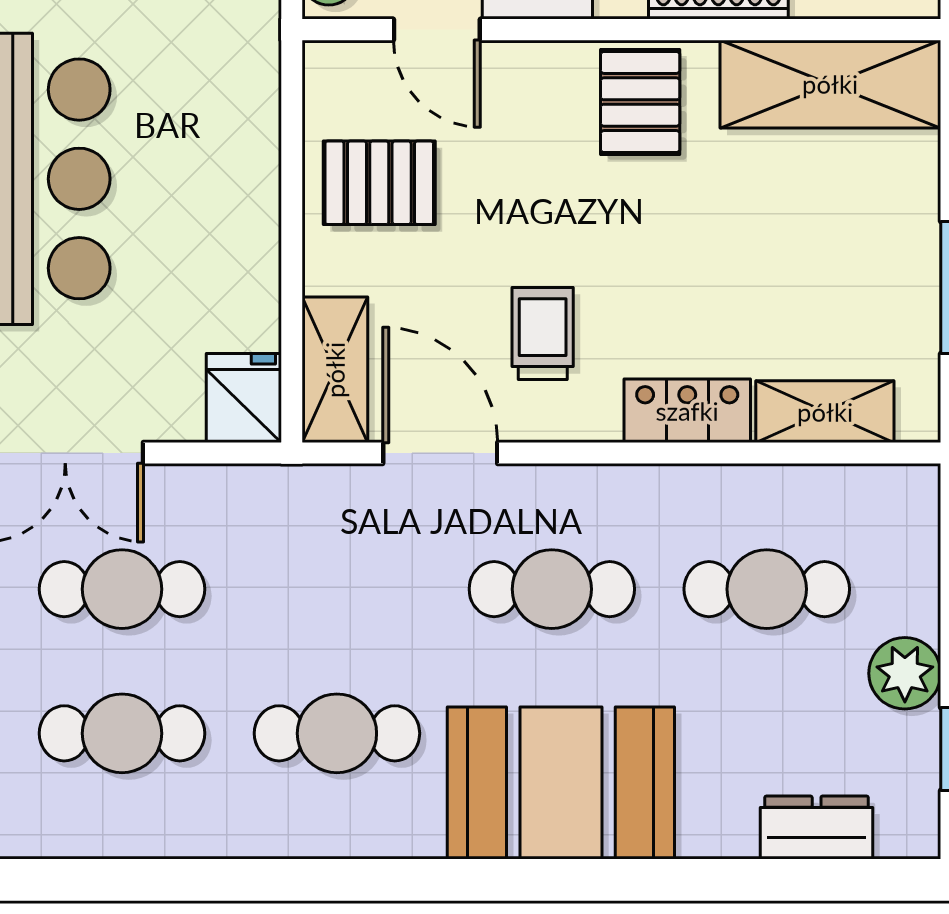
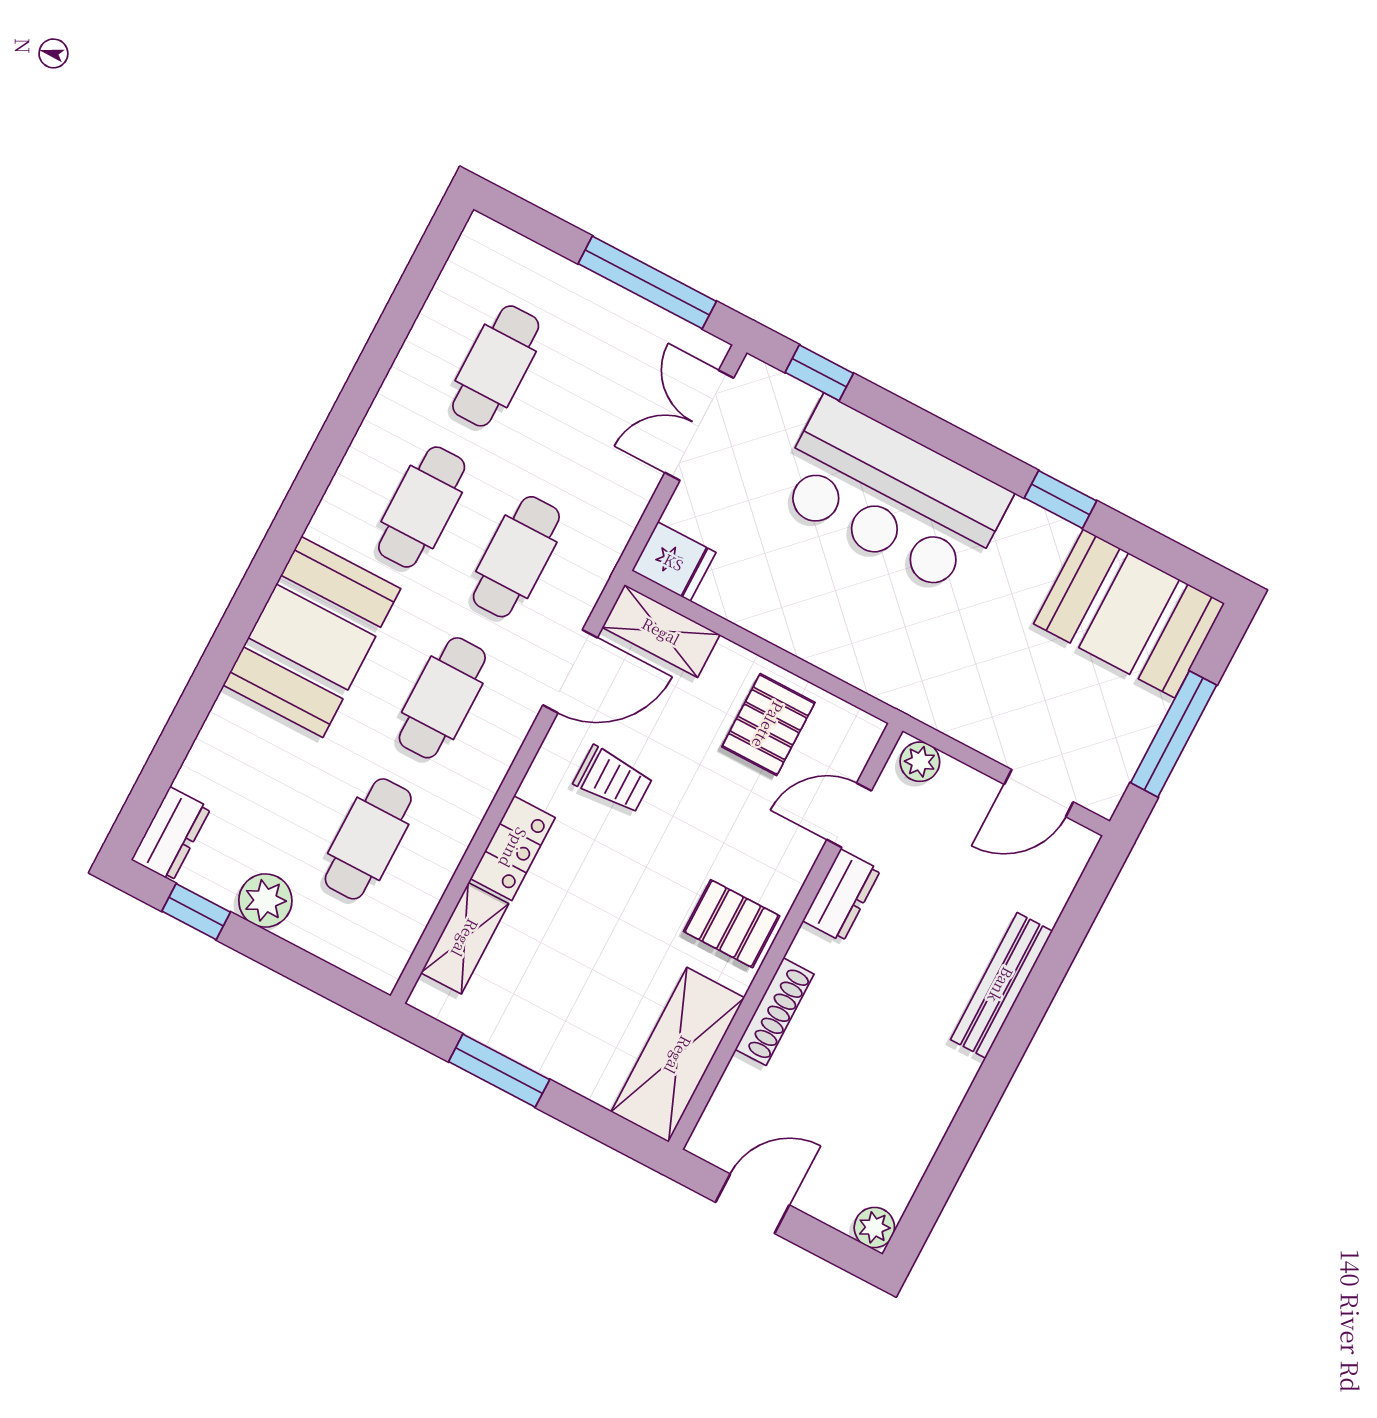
cafe table: (122, 589) -> (516, 557), moved
dresser: (817, 827) -> (171, 834), moved

